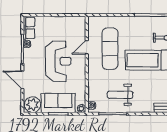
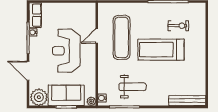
reception desk: (58, 61) -> (66, 51), turned 180
weight bench: (120, 95) -> (132, 87), turned 180

